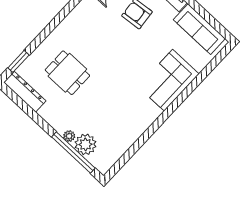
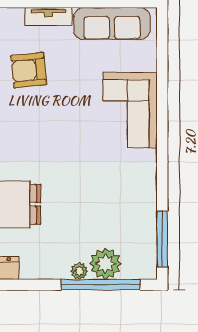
window: (125, 158) -> (162, 239), added

